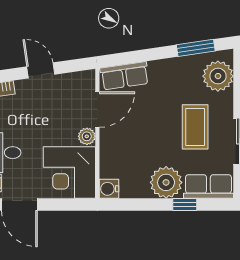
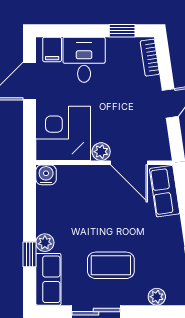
plant: (218, 76) -> (157, 297), width x0.53, depth x0.53
plant: (166, 182) -> (45, 243), width x0.53, depth x0.53

